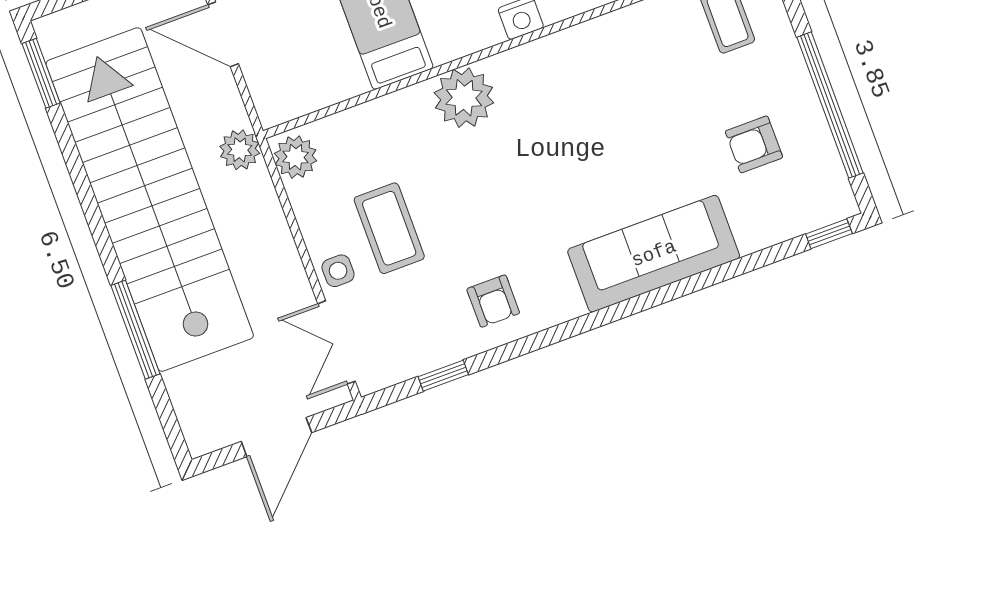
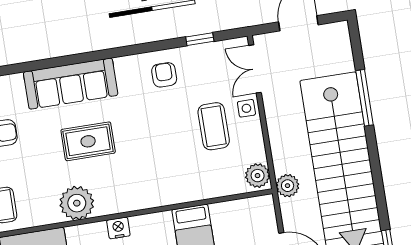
plant: (464, 98) -> (77, 203), moved
rug: (603, 159) -> (88, 141), added
double door: (336, 342) -> (255, 69), swing flipped

